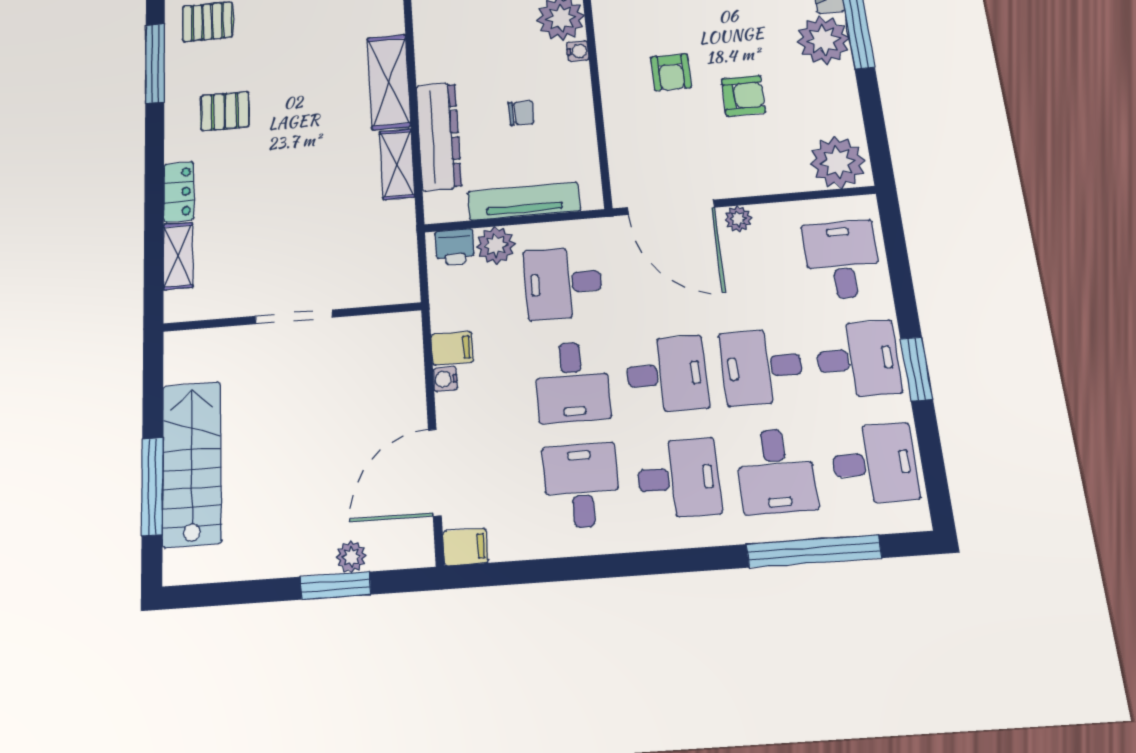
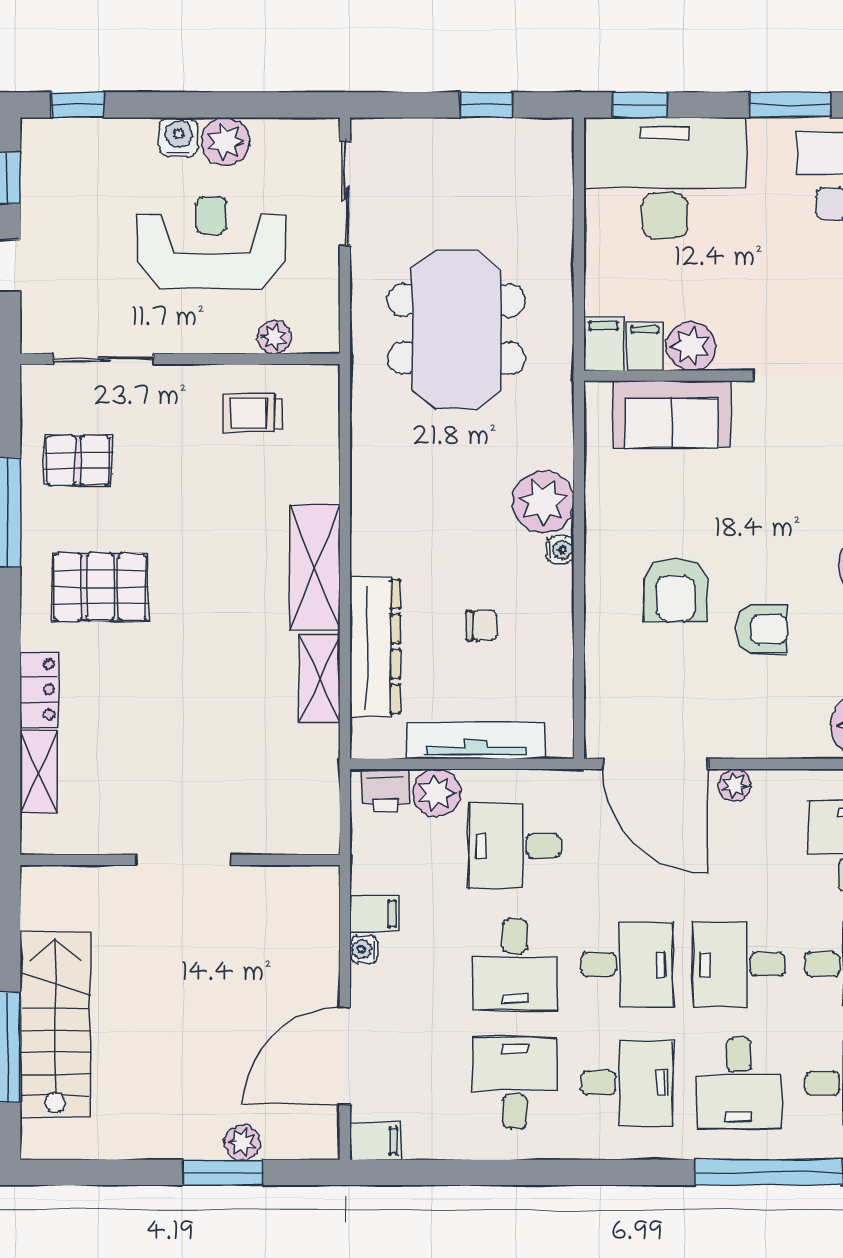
armchair: (671, 72) -> (676, 590), width x1.38, depth x1.38
pallet: (225, 111) -> (100, 587), width x1.50, depth x1.42

